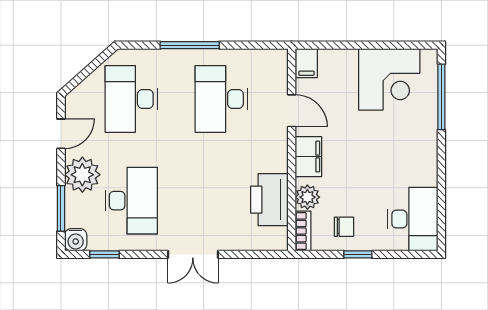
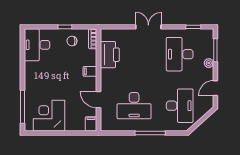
desk: (221, 99) -> (134, 106), turned 90
filing cabinet: (308, 157) -> (90, 71), width x0.50
plant: (82, 175) -> (209, 63), width x0.53, depth x0.53
plant: (307, 197) -> (90, 56), removed
water cooler: (76, 240) -> (208, 34), removed

